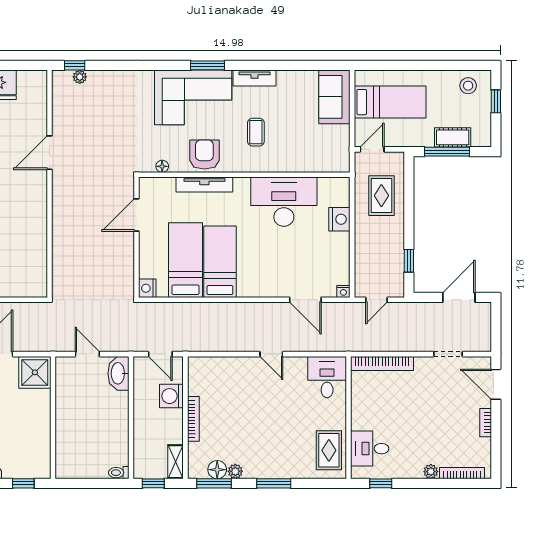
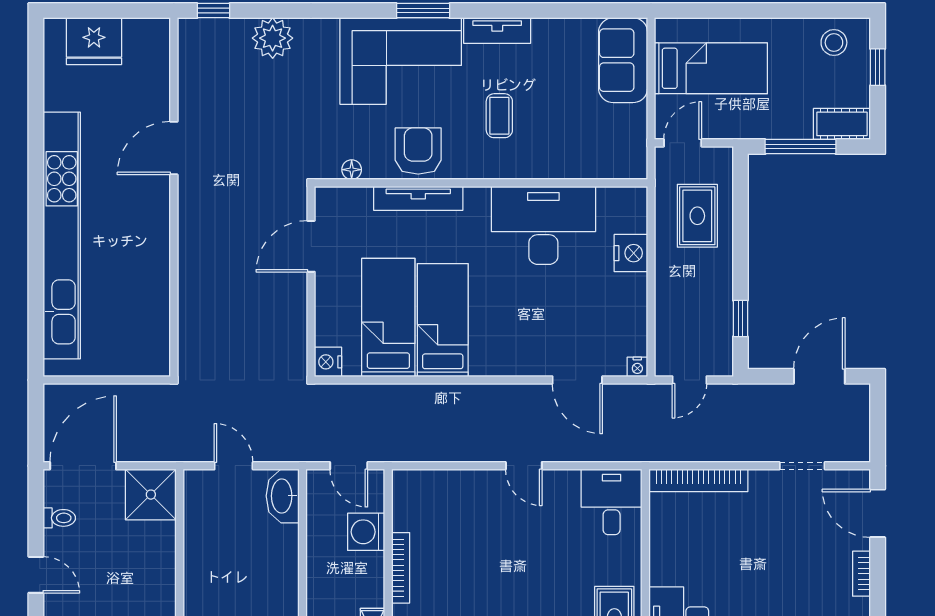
plant: (80, 77) -> (273, 38), moved, width x1.88, depth x1.88
cot: (453, 137) -> (842, 124), moved

